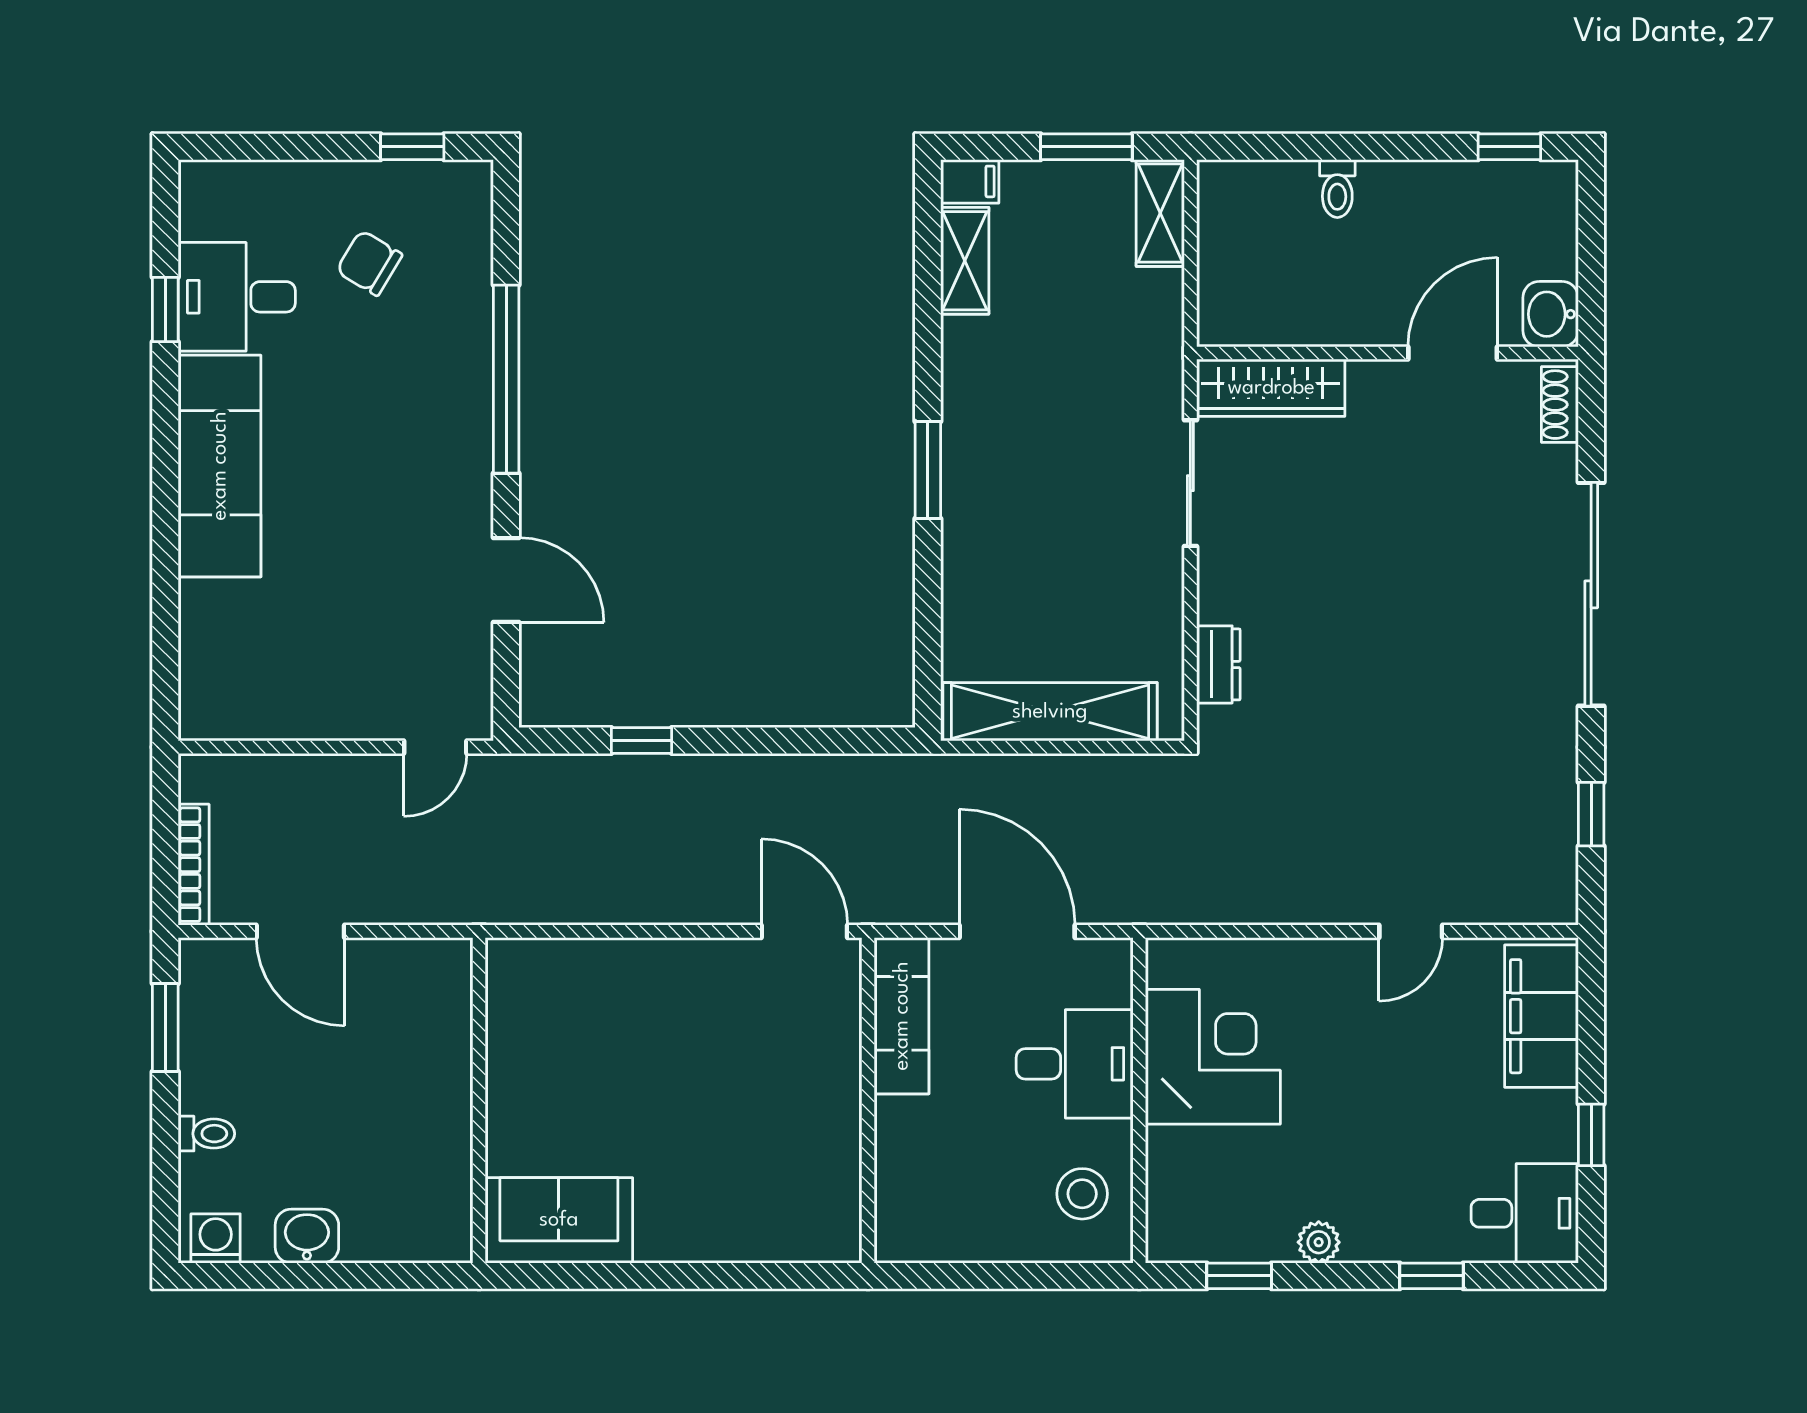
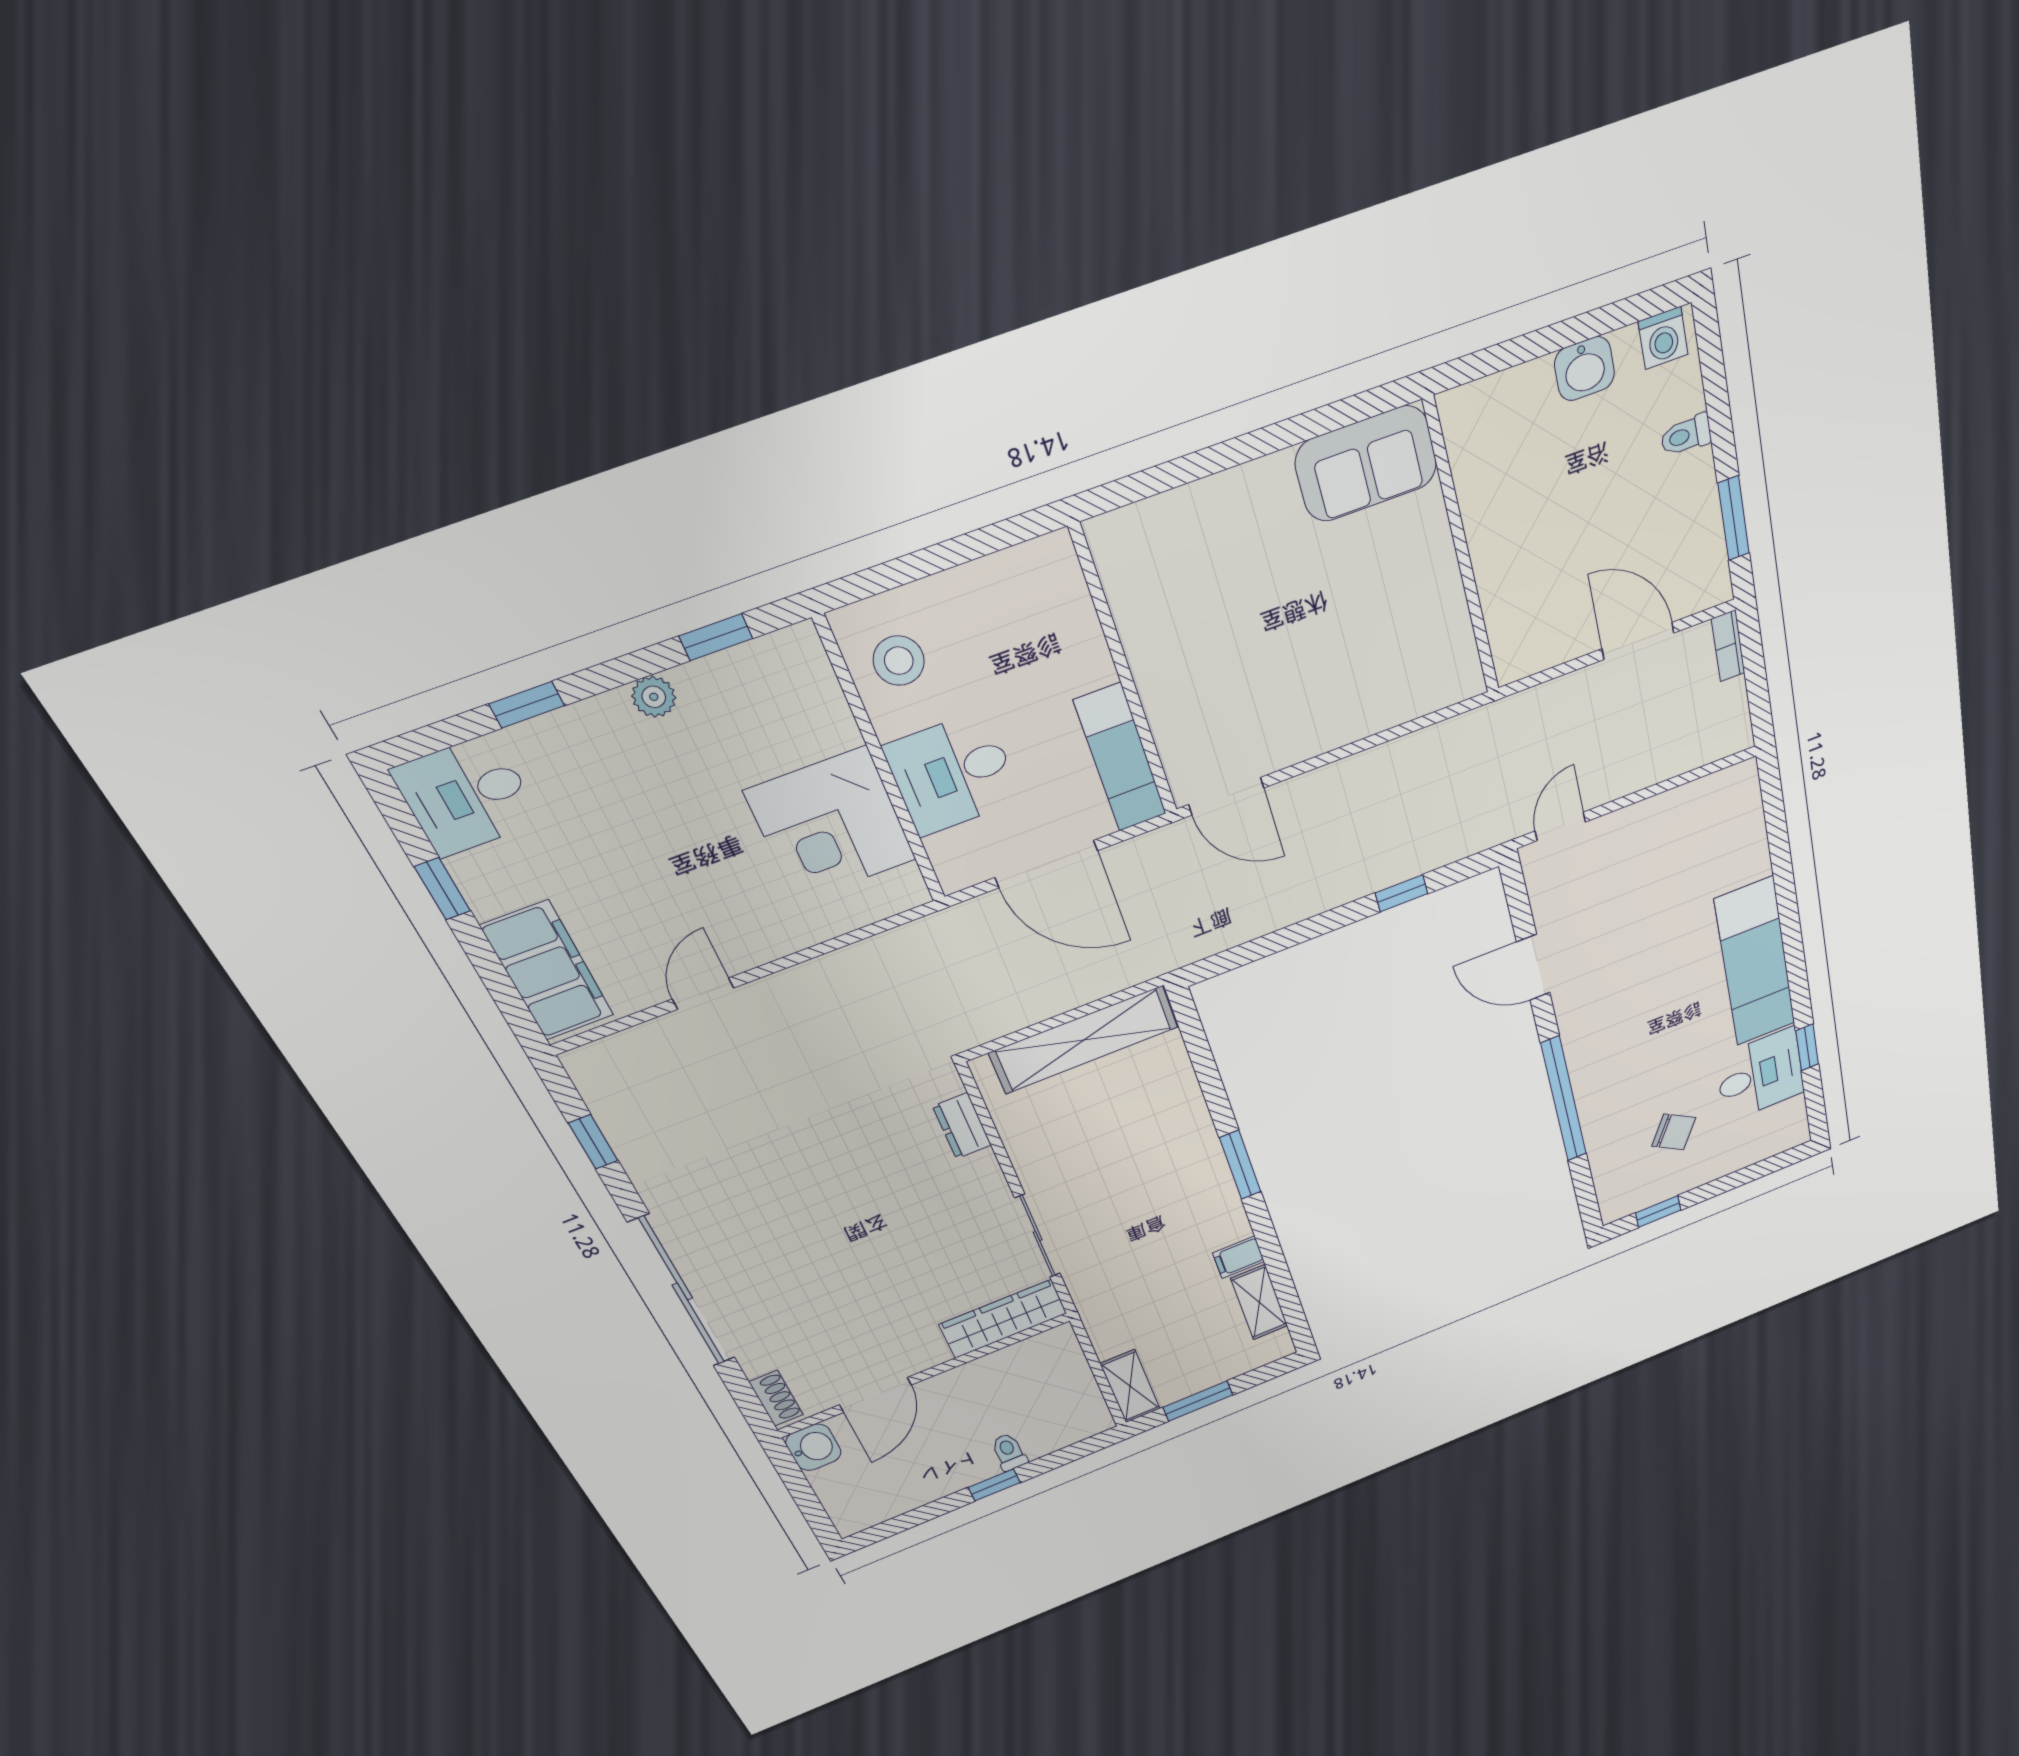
window: (1509, 147) -> (994, 1485), moved
filing cabinet: (970, 181) -> (1238, 1257), moved
bookcase: (194, 865) -> (1728, 646), width x0.64

